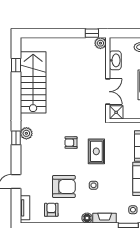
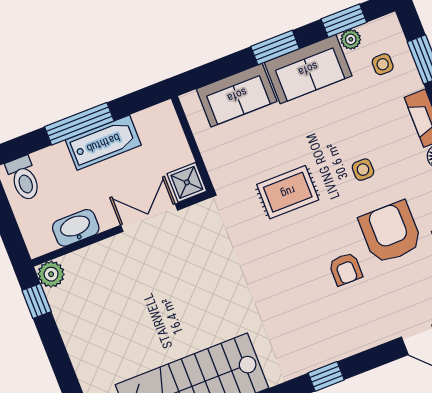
plant: (26, 133) -> (308, 358), removed
armchair: (71, 143) -> (346, 269), moved

